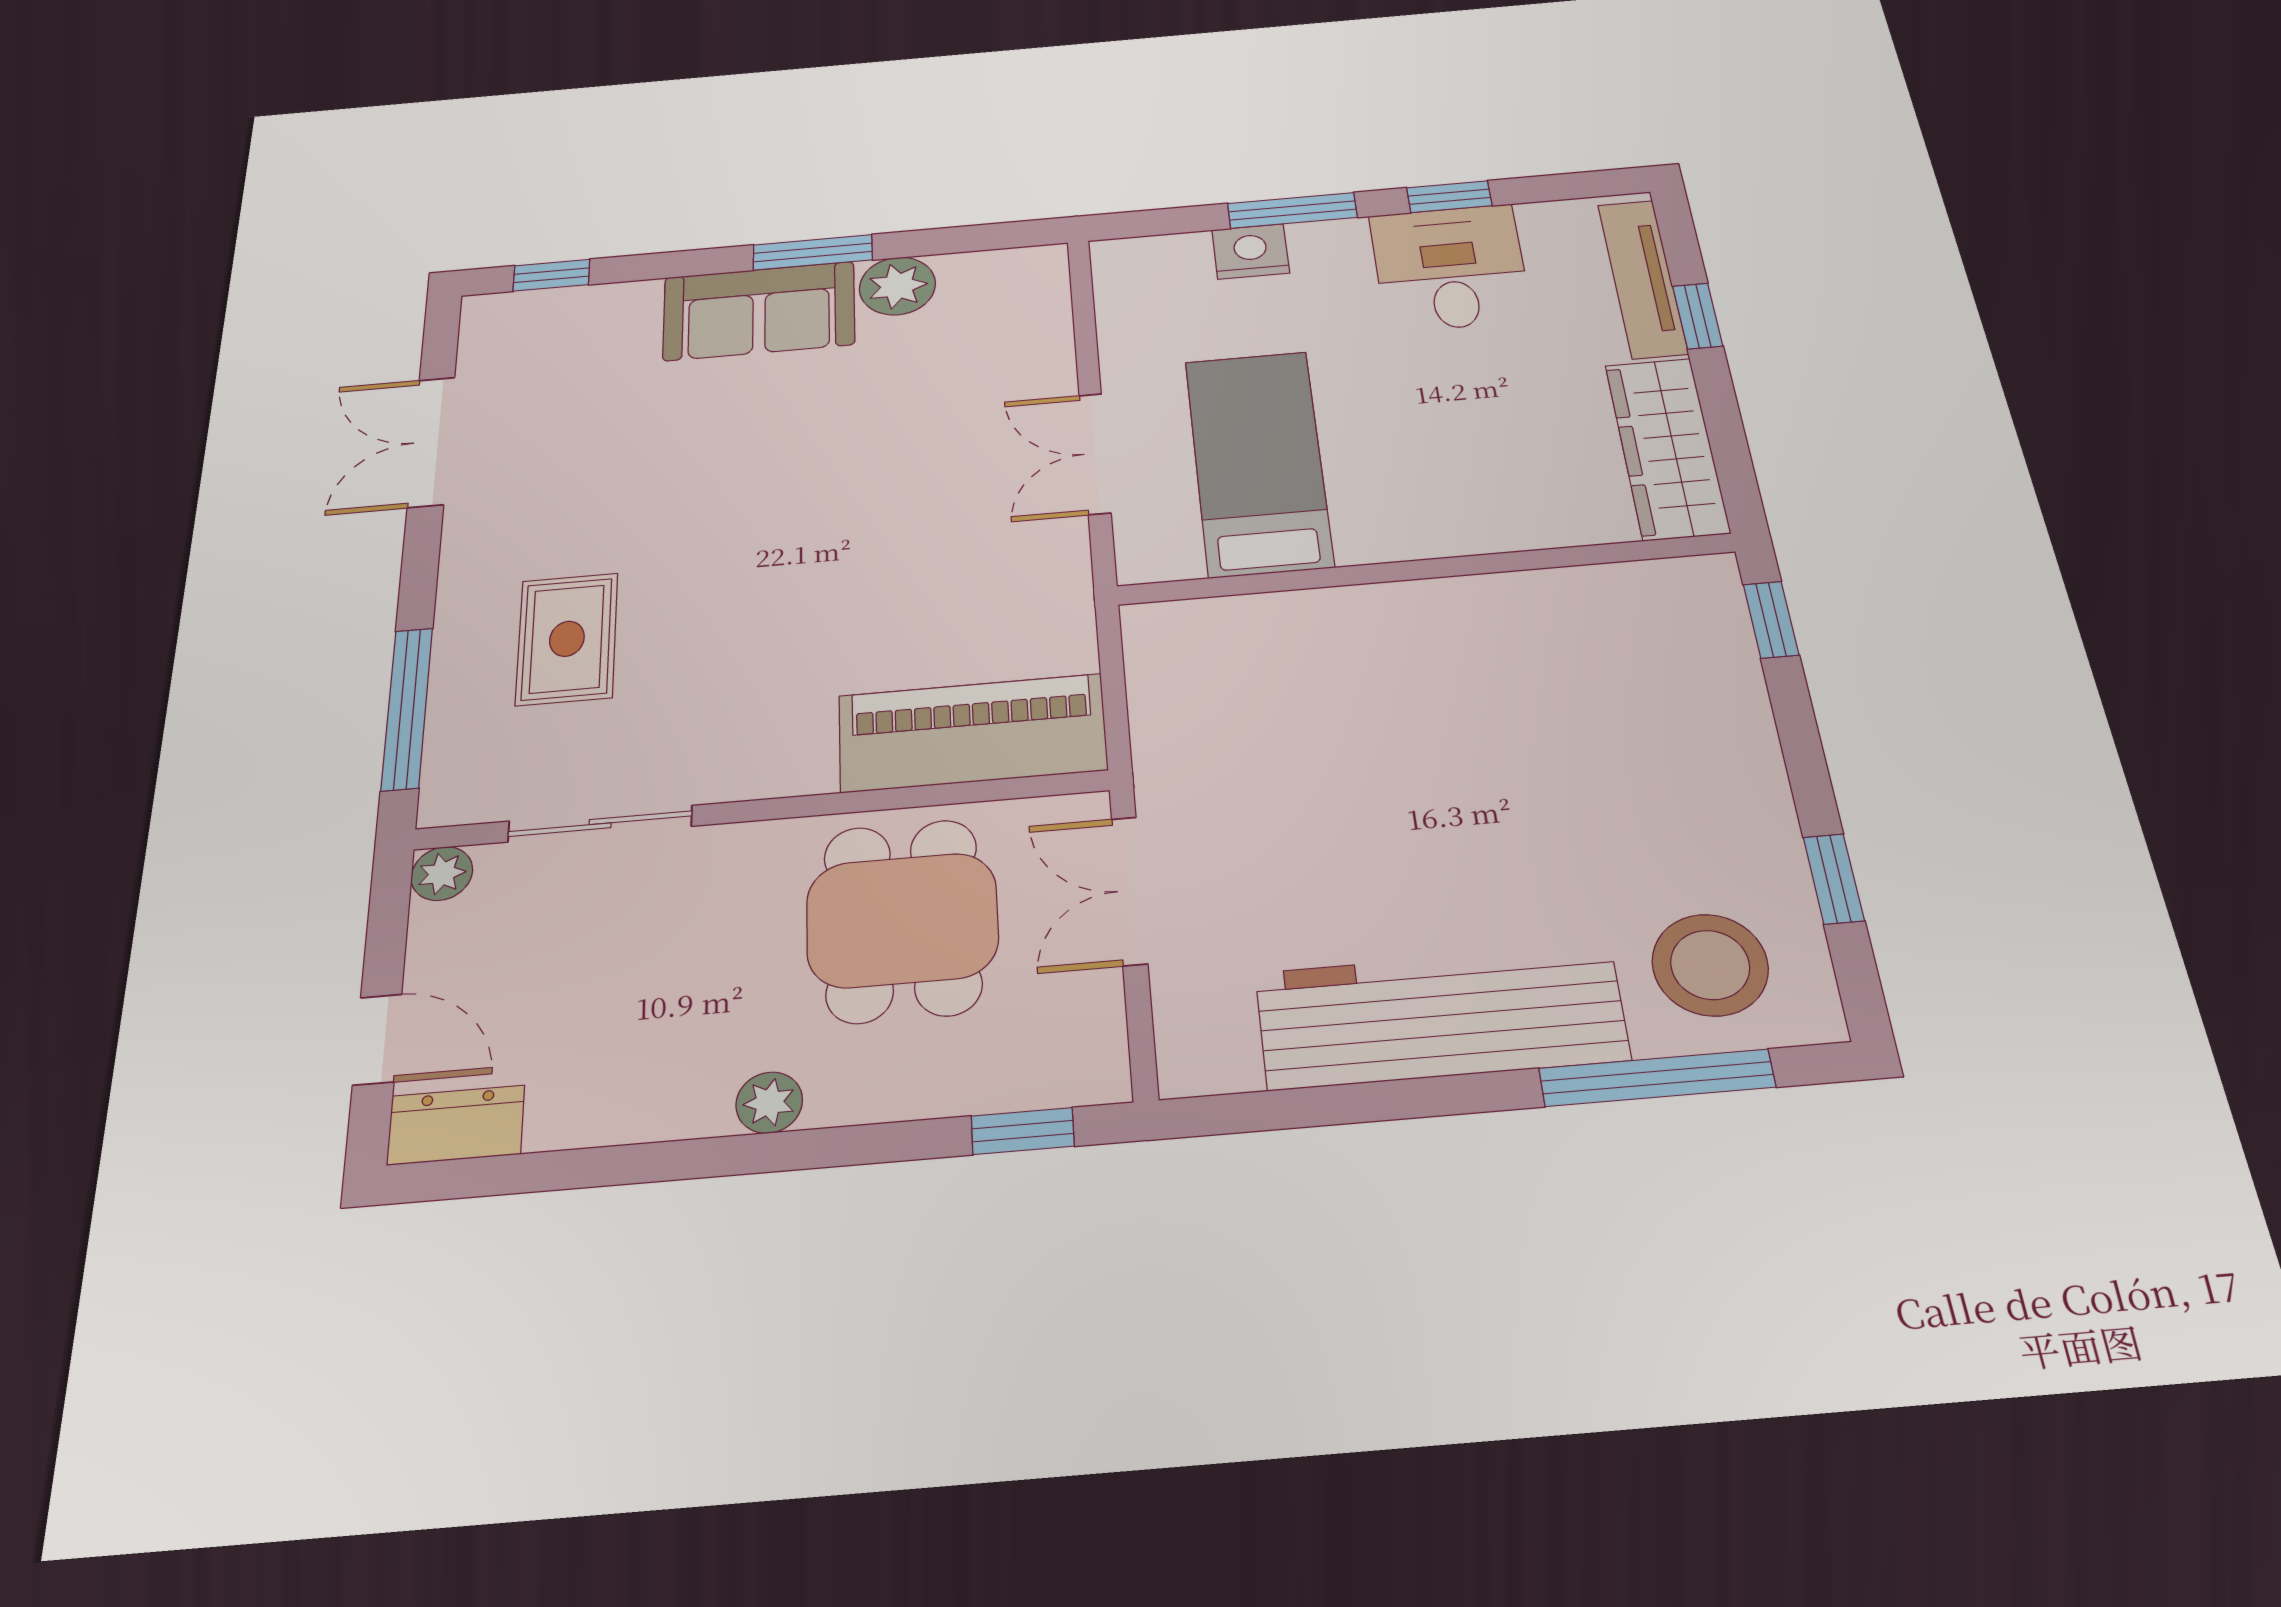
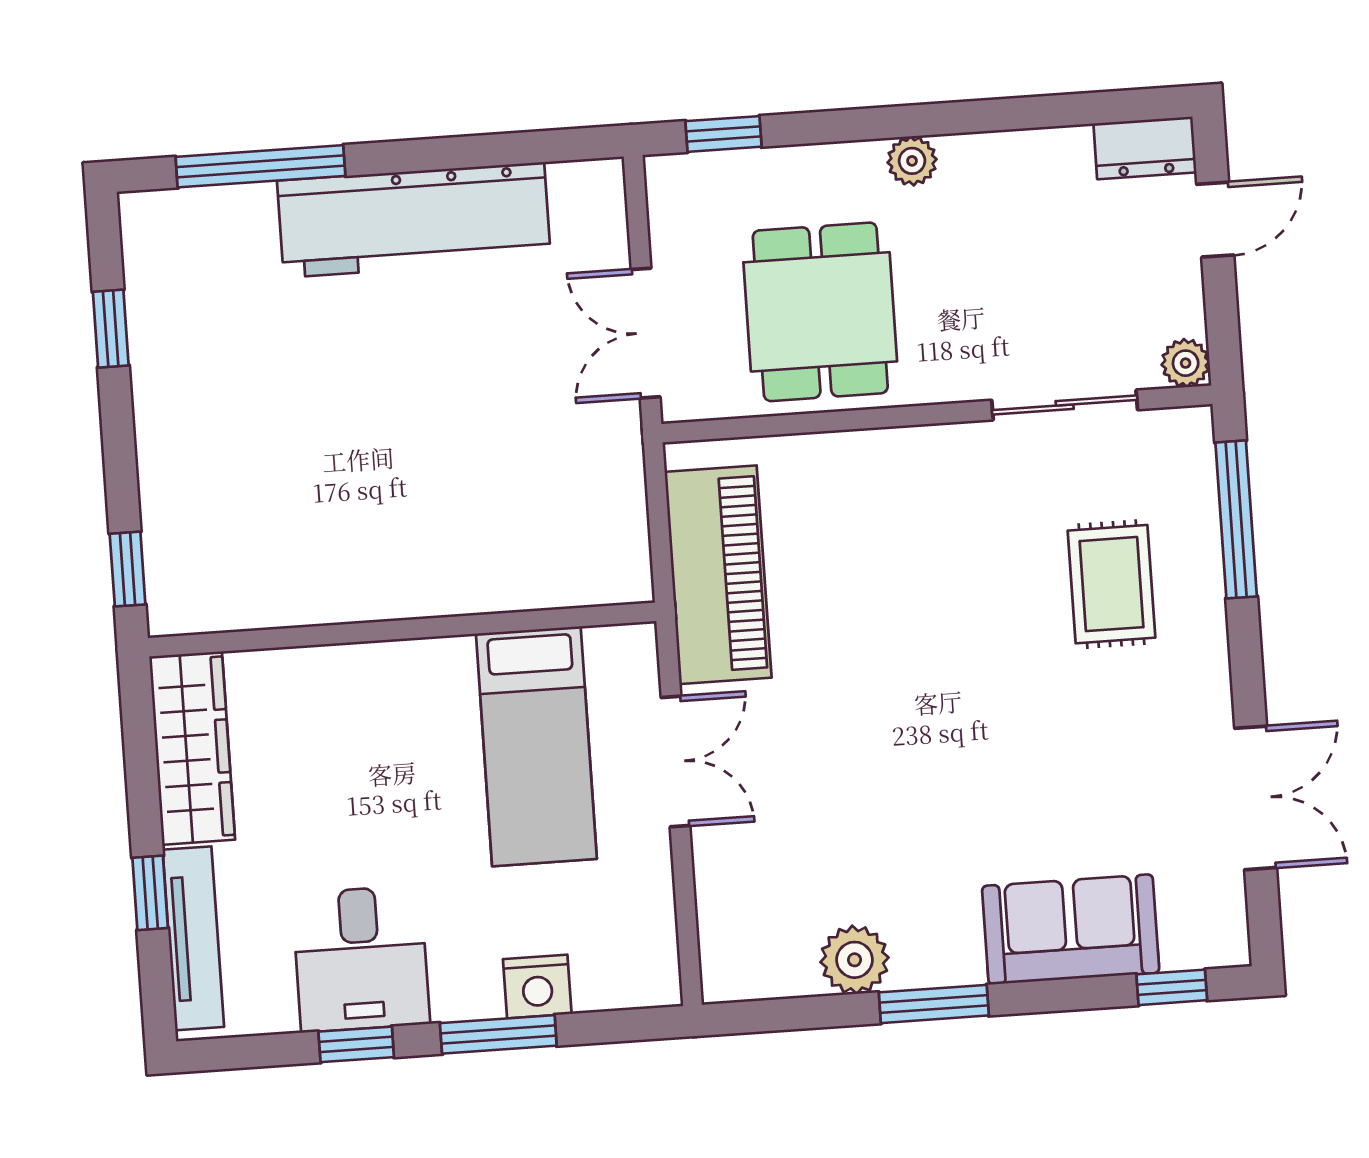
sofa: (759, 311) -> (1071, 929), moved
piano: (972, 733) -> (718, 575), moved, turned -90
double door: (1129, 891) -> (646, 333), swing flipped
stool: (1710, 965) -> (212, 258), removed
door: (377, 1039) -> (1215, 220), swing flipped

